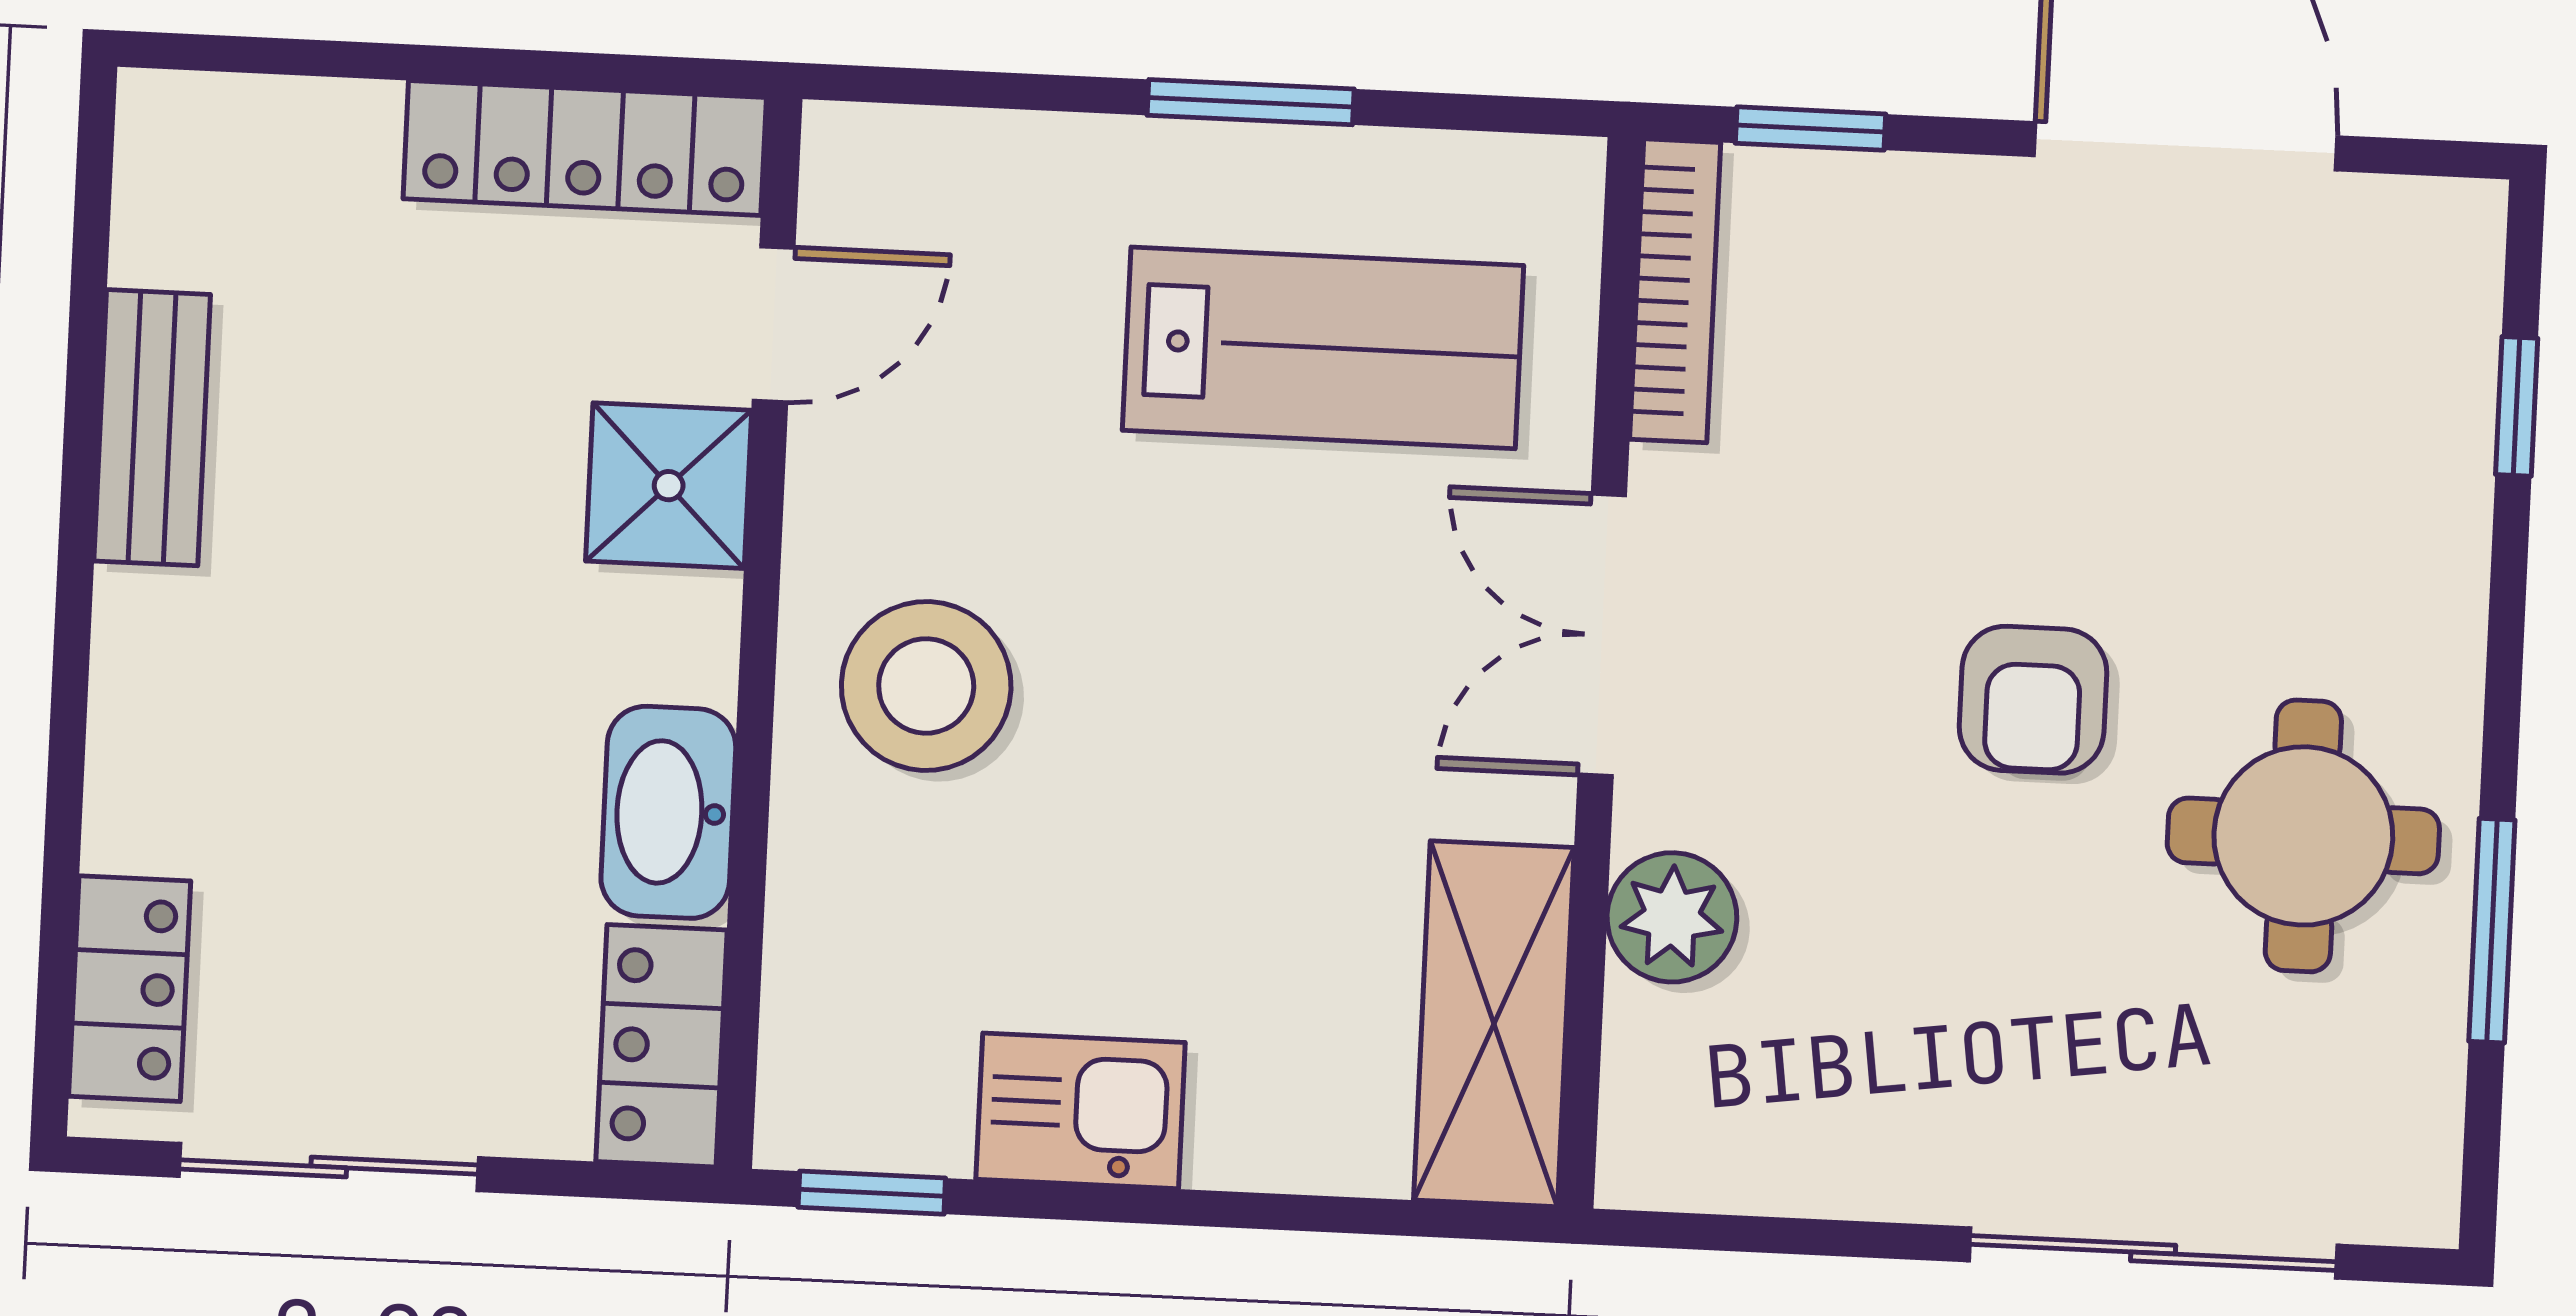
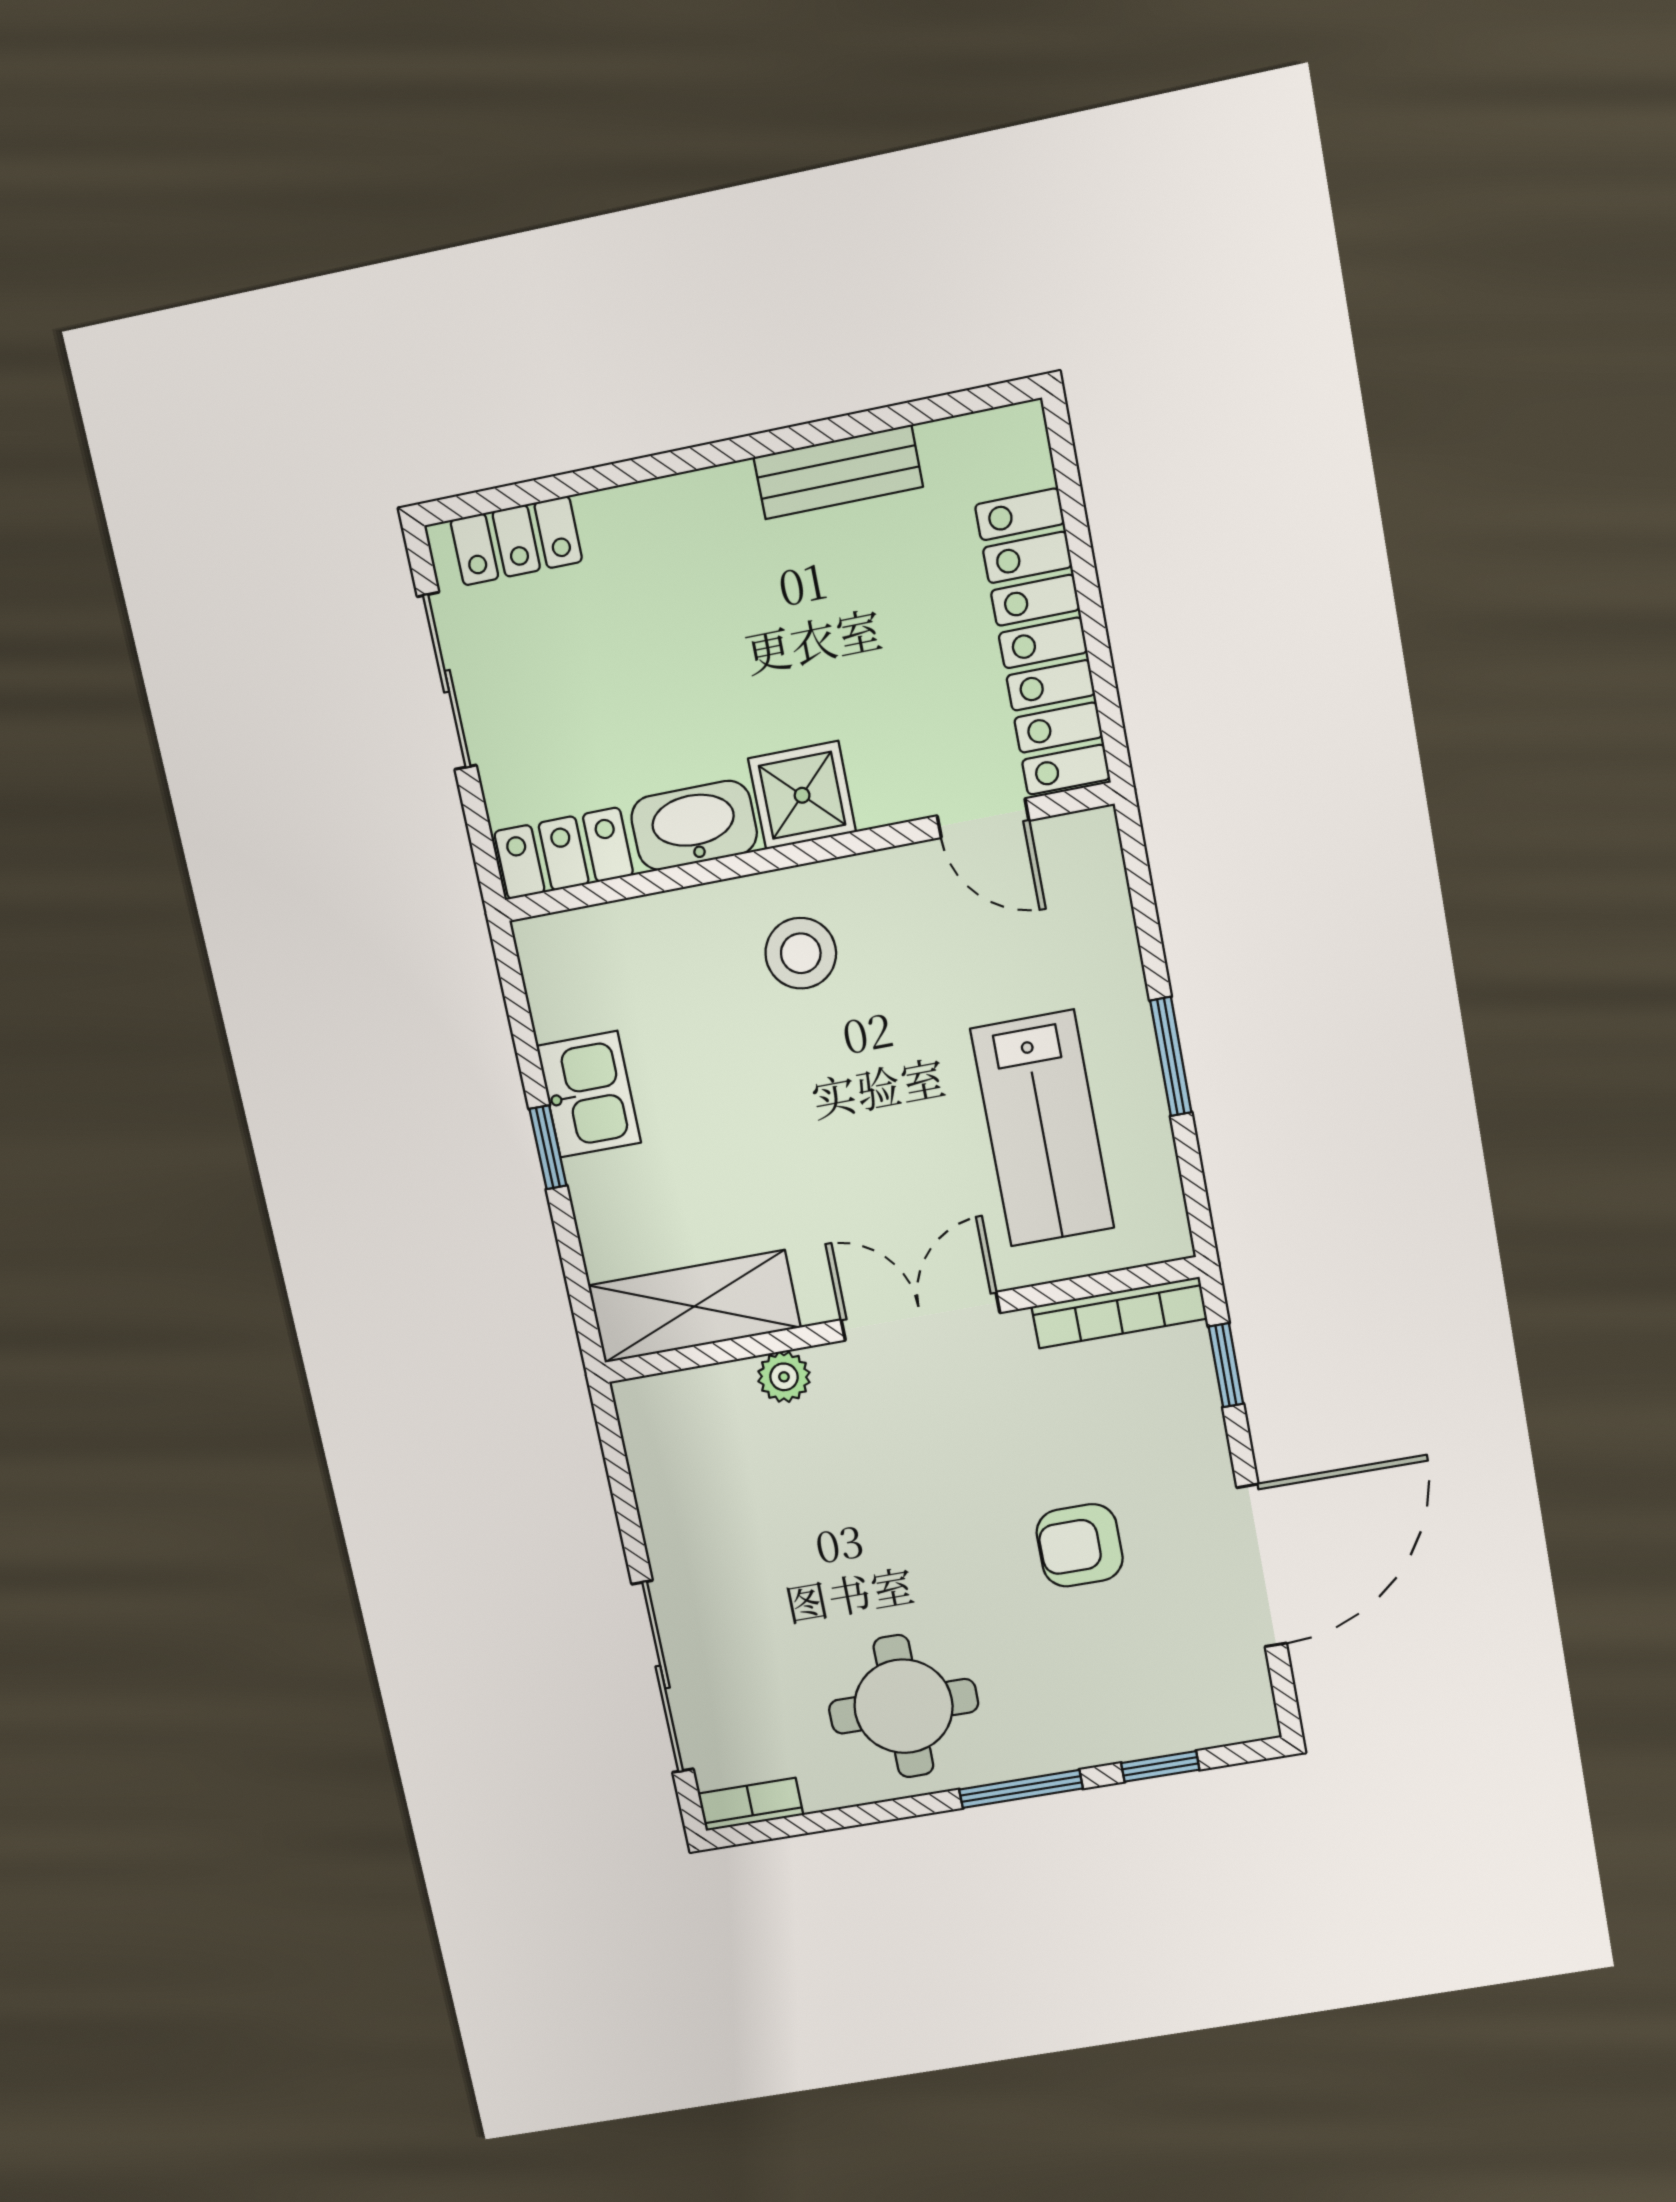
locker: (585, 148) -> (1043, 643), width x1.41, depth x1.21
shower: (669, 486) -> (802, 795), moved
stool: (926, 686) -> (801, 953), width x0.73, depth x0.73
armchair: (2033, 700) -> (1080, 1545), moved
plant: (1672, 917) -> (784, 1377), width x0.73, depth x0.73
window: (2492, 931) -> (1021, 1789), moved
bookcase: (2426, 1156) -> (751, 1804), added
window: (872, 1193) -> (548, 1147), moved

